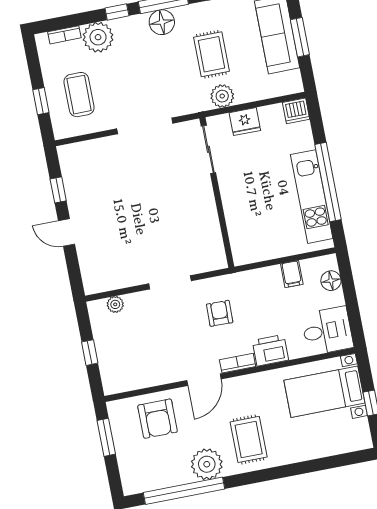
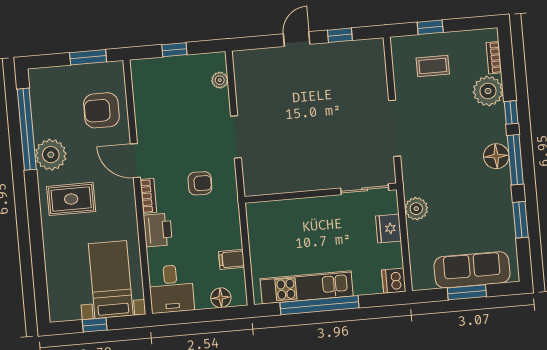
rug: (212, 54) -> (459, 202), removed
coffee table: (79, 95) -> (433, 66), width x0.73, depth x0.77

